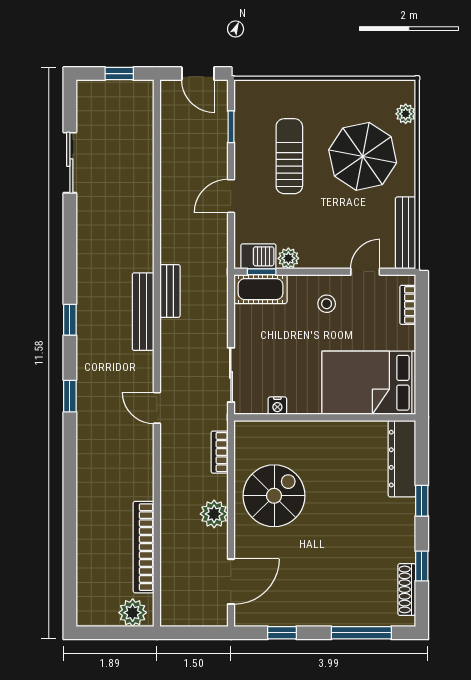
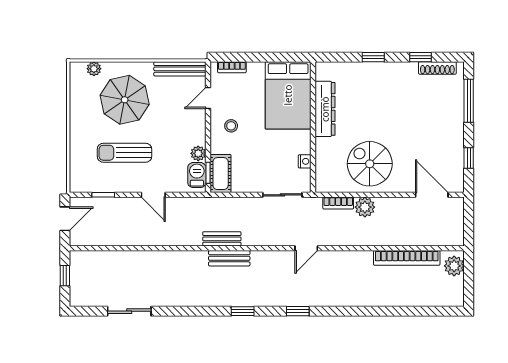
door: (365, 272) -> (208, 98), hinge flipped
bench: (143, 312) -> (229, 258), width x0.73
dresser: (402, 459) -> (325, 109), moved, turned -90
plant: (214, 514) -> (365, 207), moved

